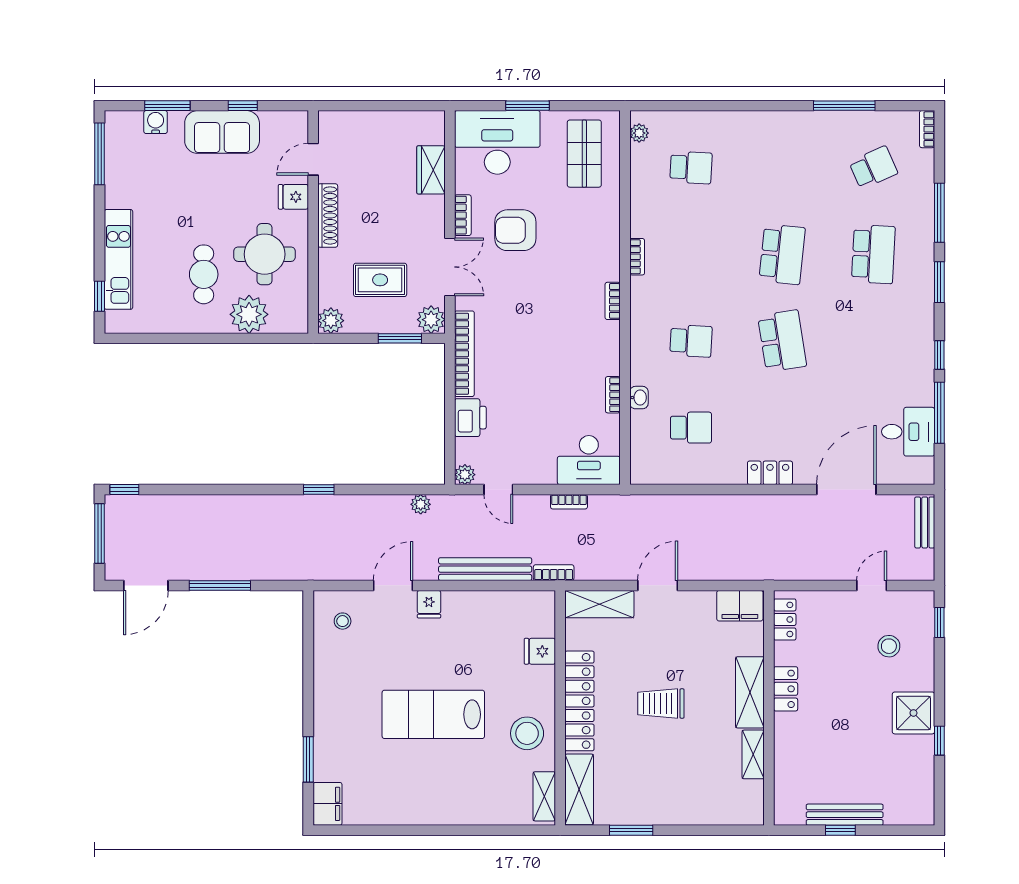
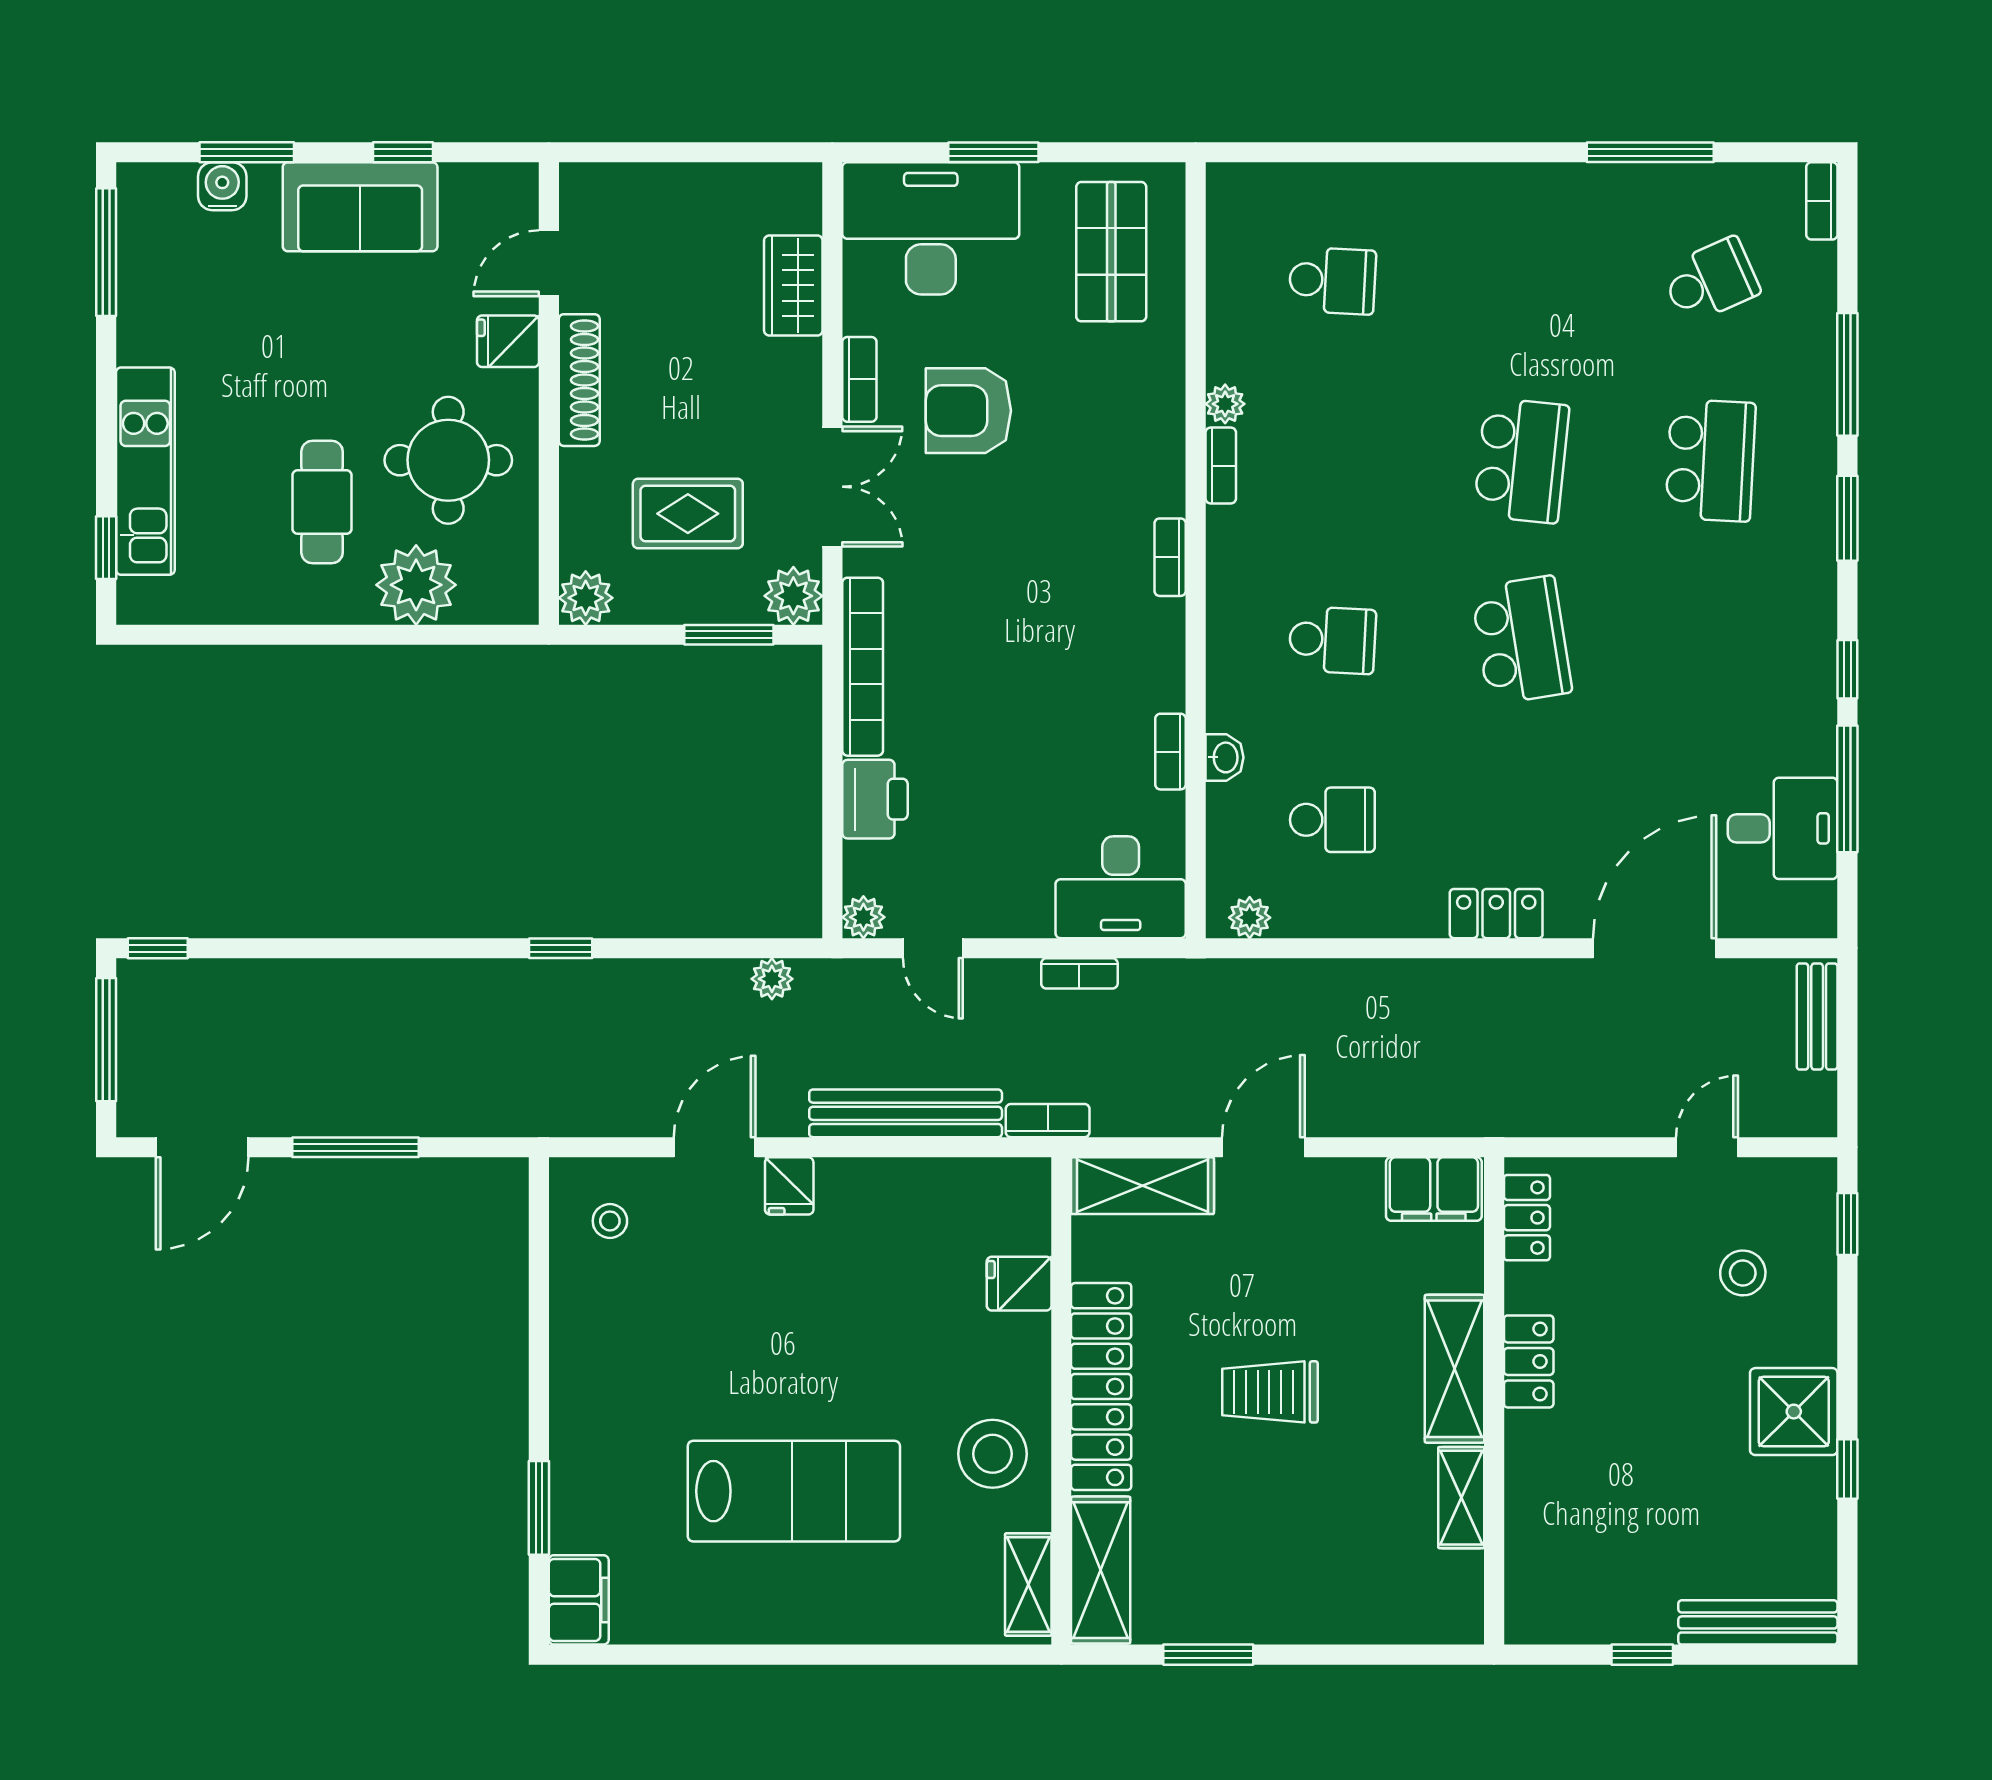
plant: (639, 133) -> (1225, 404), moved
plant: (651, 475) -> (1250, 918), added
lab bench: (433, 714) -> (794, 1491), moved, turned 180
bench: (845, 815) -> (1758, 1622), moved

